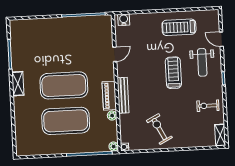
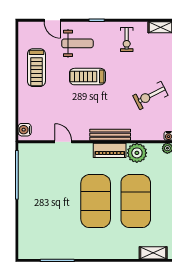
door: (221, 39) -> (52, 20), hinge flipped
shelving: (18, 84) -> (153, 253), moved
plant: (112, 116) -> (137, 153), width x1.88, depth x1.88

